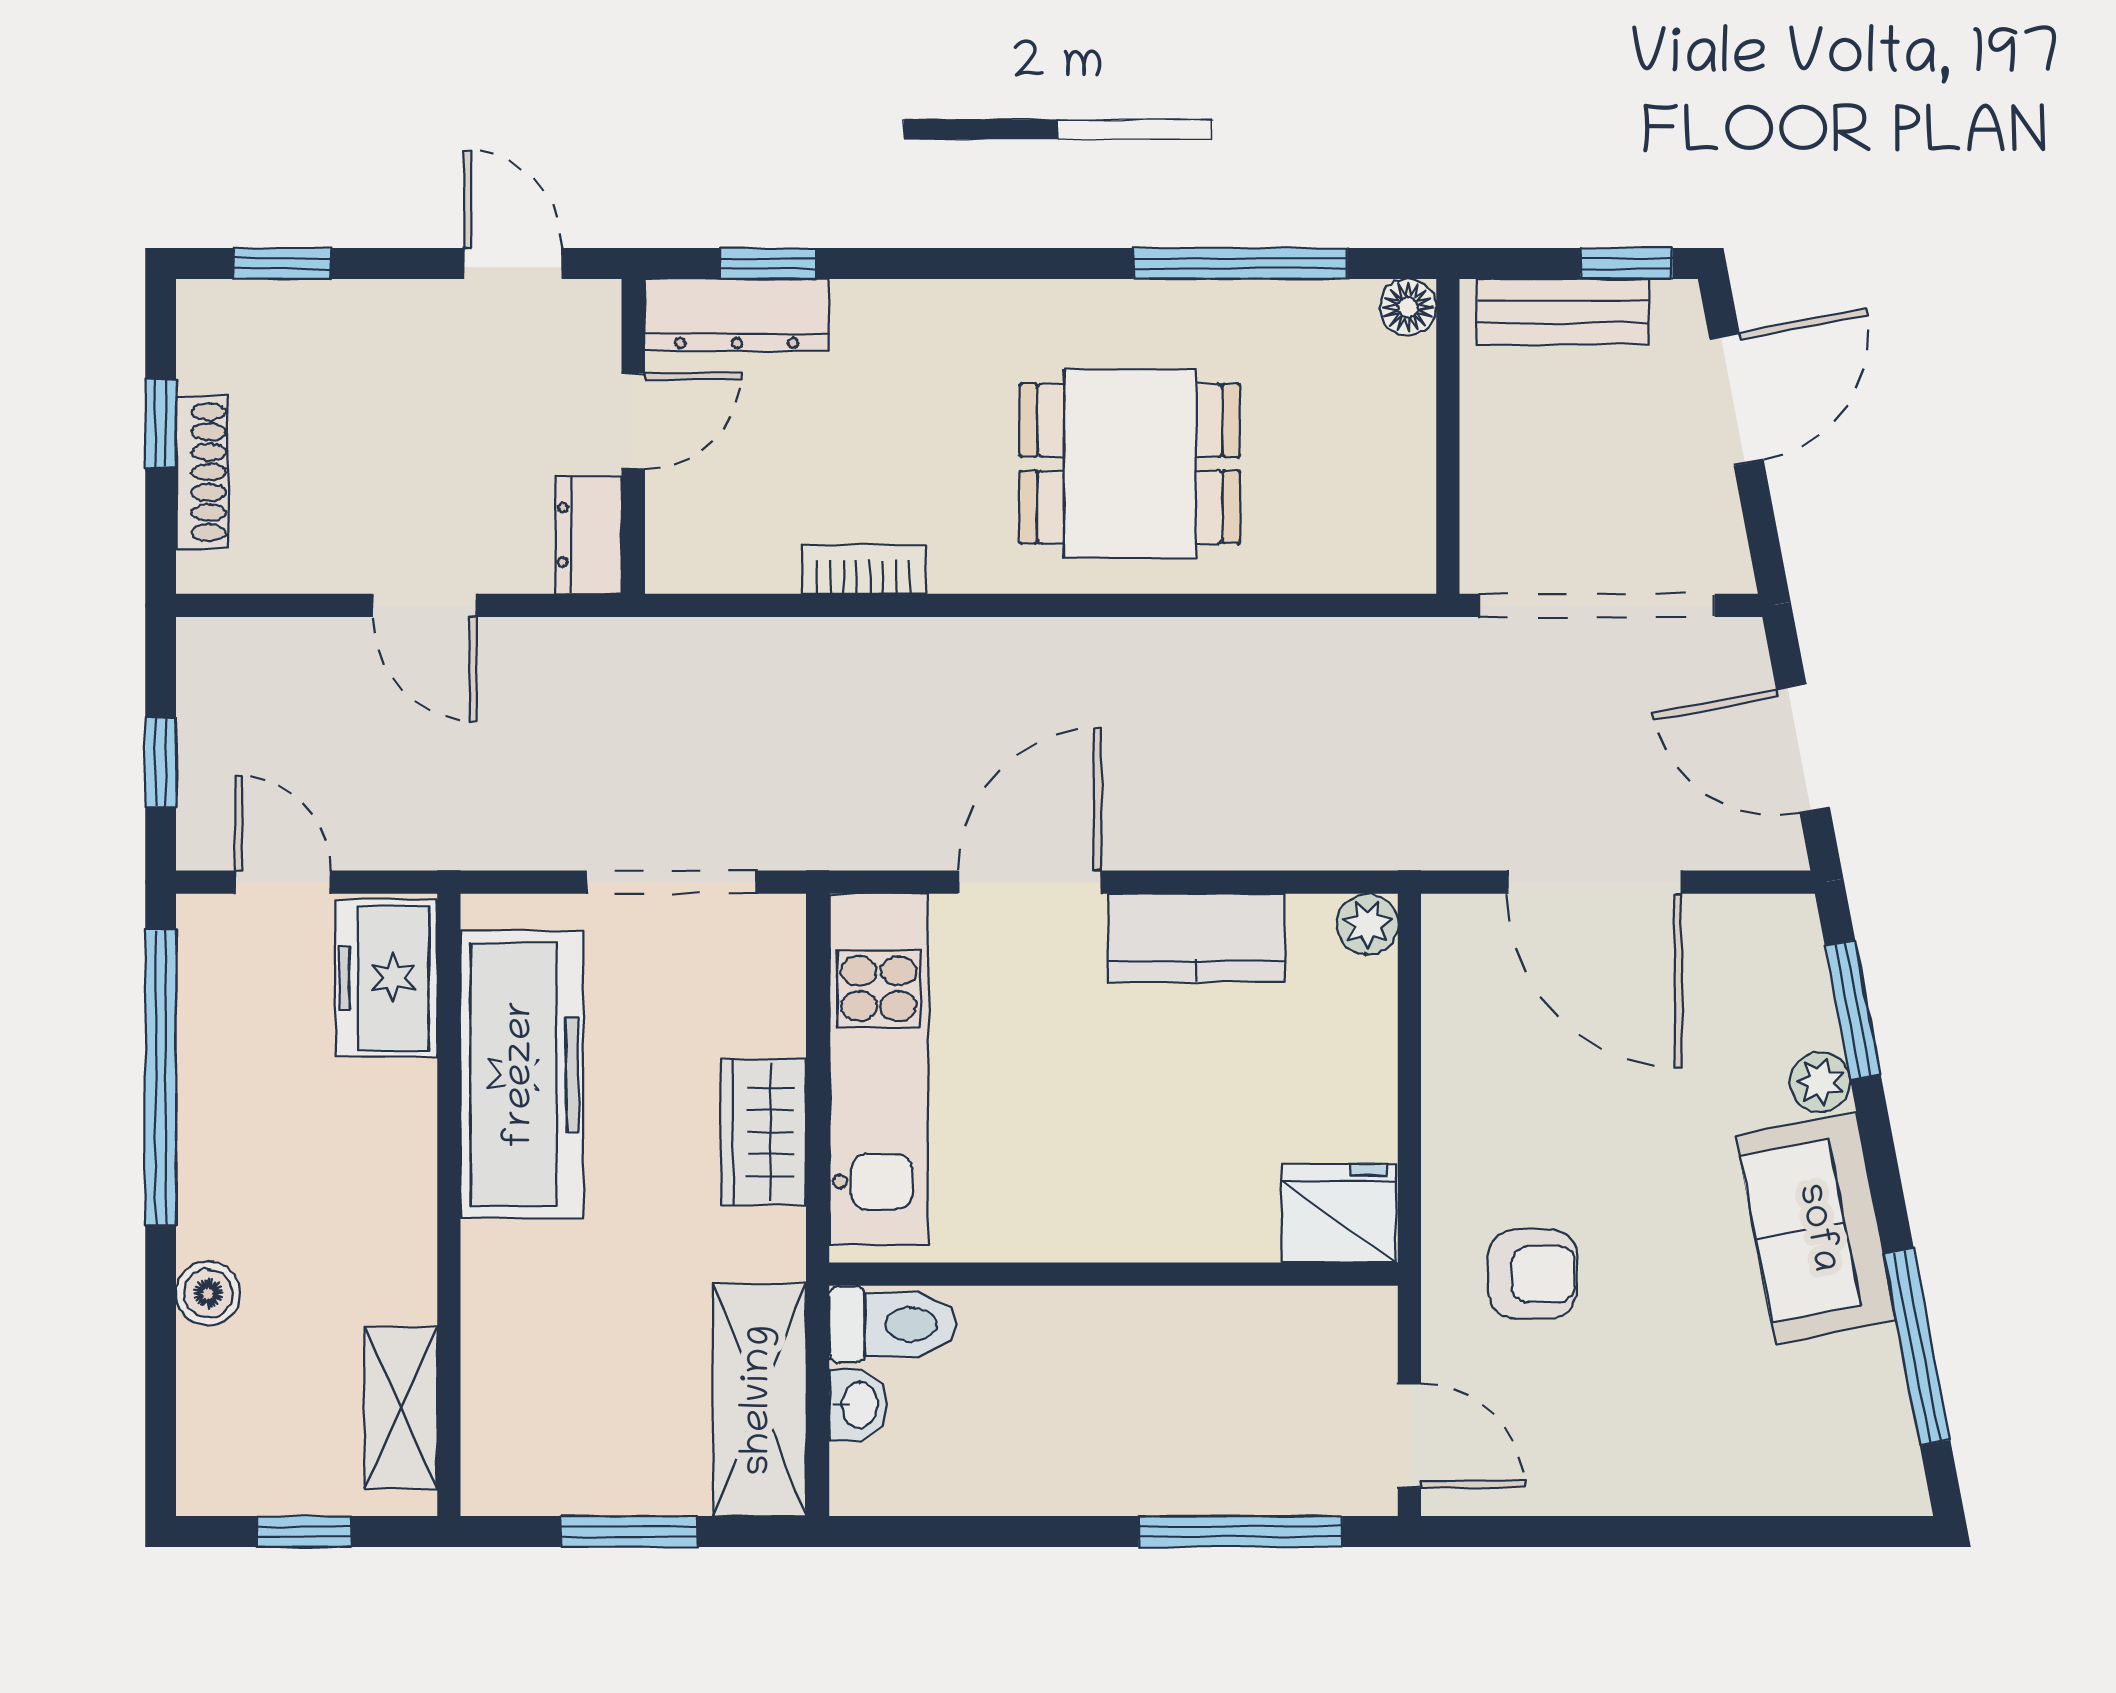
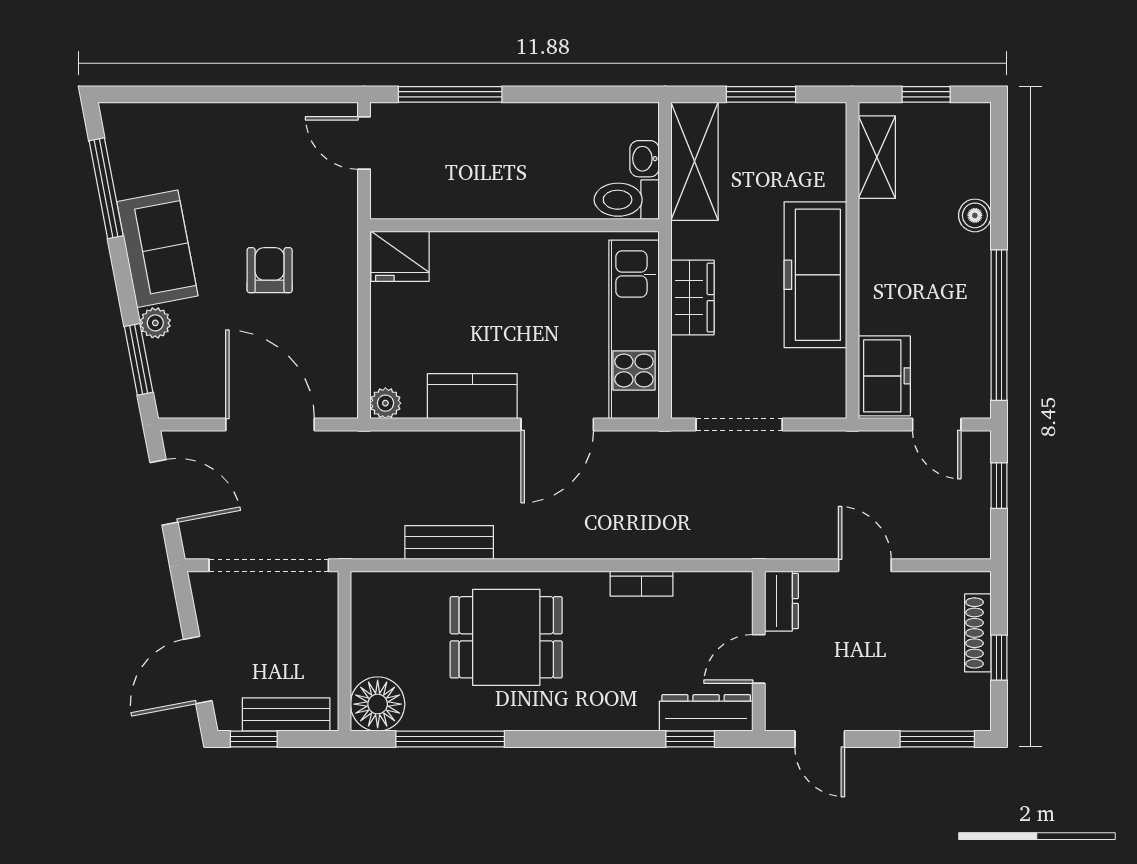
window: (282, 264) -> (937, 739), width x1.50
floor lamp: (1408, 307) -> (378, 704), width x1.89, depth x1.89
bench: (1242, 650) -> (449, 542), added
freezer: (522, 1074) -> (815, 275), moved
armchair: (1533, 1274) -> (270, 270), moved, turned 90

